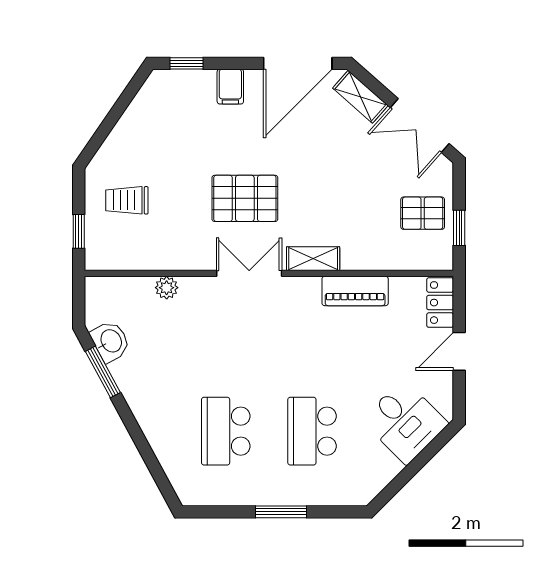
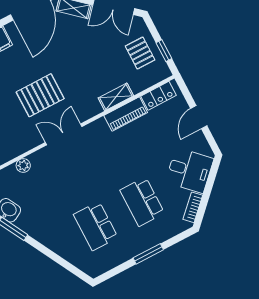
pallet: (423, 213) -> (140, 53), turned 90
shelving: (313, 259) -> (116, 97), moved
locker: (440, 303) -> (158, 96), moved, turned -90
bookcase: (381, 478) -> (193, 207), added

